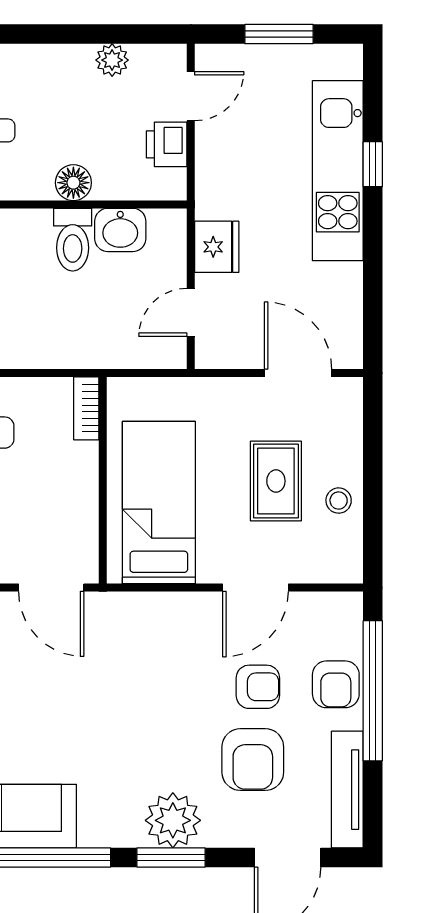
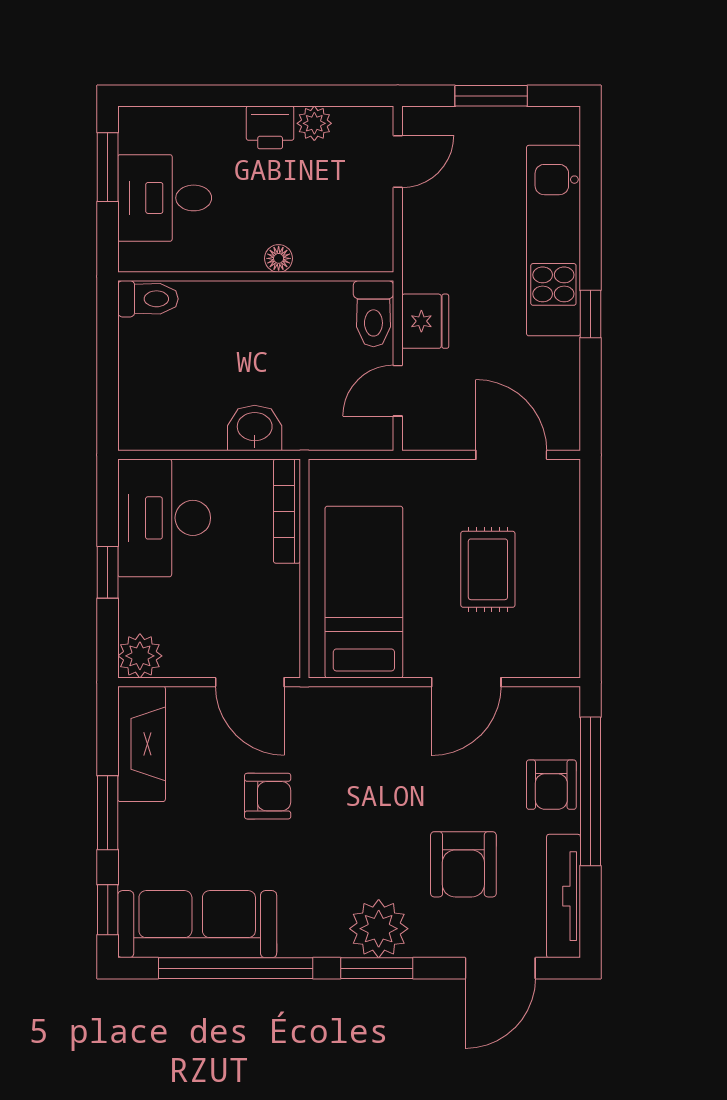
printer: (167, 144) -> (270, 127), moved, turned -90
window: (373, 164) -> (590, 314), moved
floor lamp: (73, 183) -> (279, 258), width x0.73, depth x0.73
washbasin: (120, 230) -> (255, 428), moved, turned 180
toilet: (73, 240) -> (373, 314), moved
bookcase: (86, 408) -> (287, 511), width x1.56
stool: (339, 501) -> (554, 590), removed
armchair: (258, 687) -> (268, 796), moved

